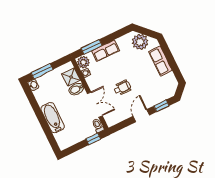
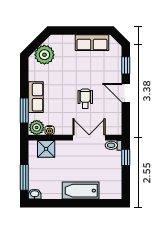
row of seats: (160, 61) -> (92, 43), moved
bidet: (76, 89) -> (62, 150), removed

